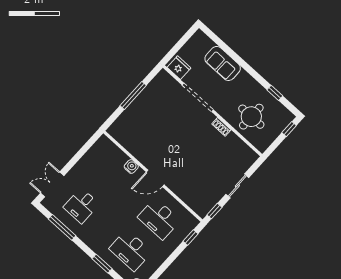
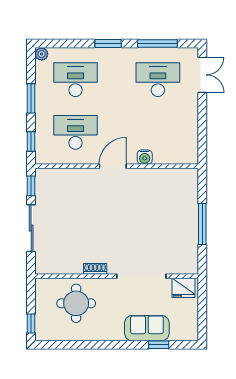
window: (275, 93) -> (159, 345), moved
sliding door: (237, 186) -> (31, 228), width x1.37
desk: (81, 206) -> (158, 80), width x1.37
window: (167, 263) -> (31, 98), added
window: (102, 264) -> (108, 44), moved

